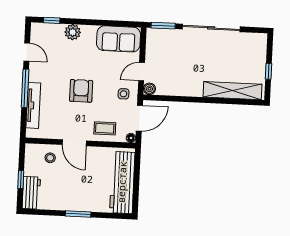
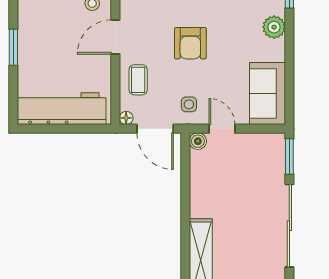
armchair: (81, 91) -> (190, 43), turned 90

